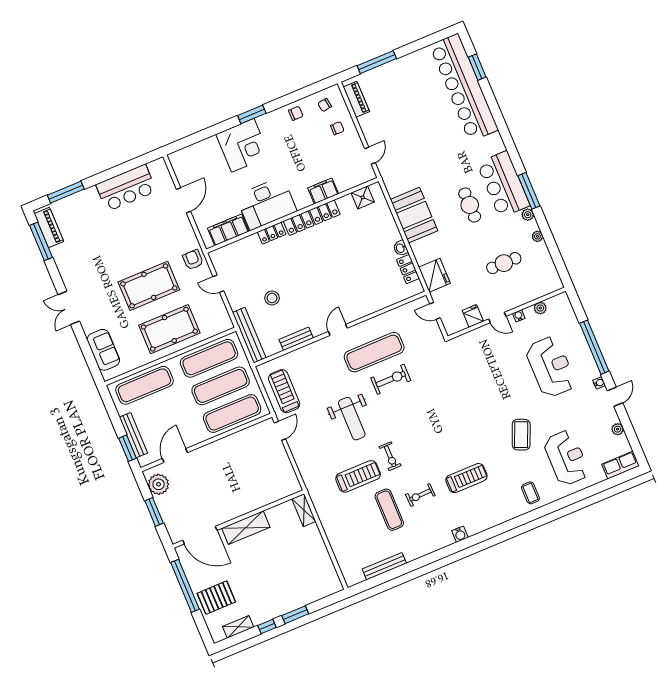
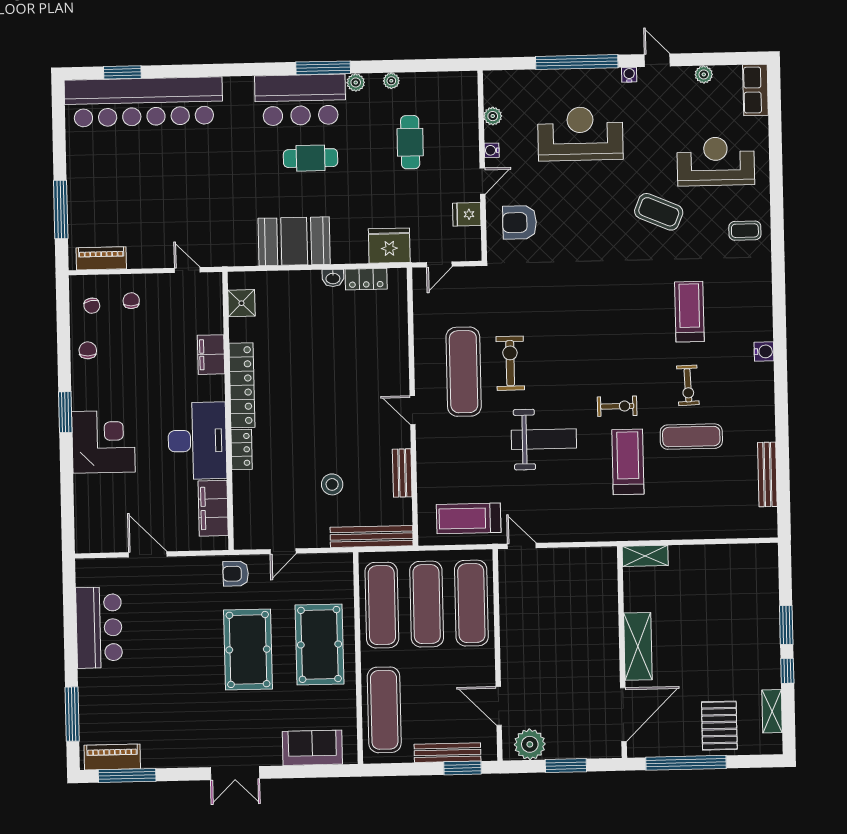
armchair: (481, 351) -> (520, 222), added

